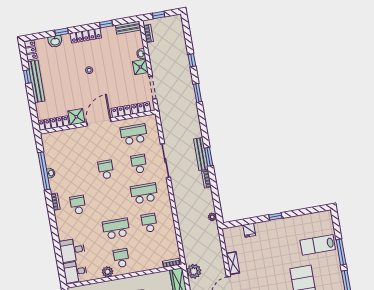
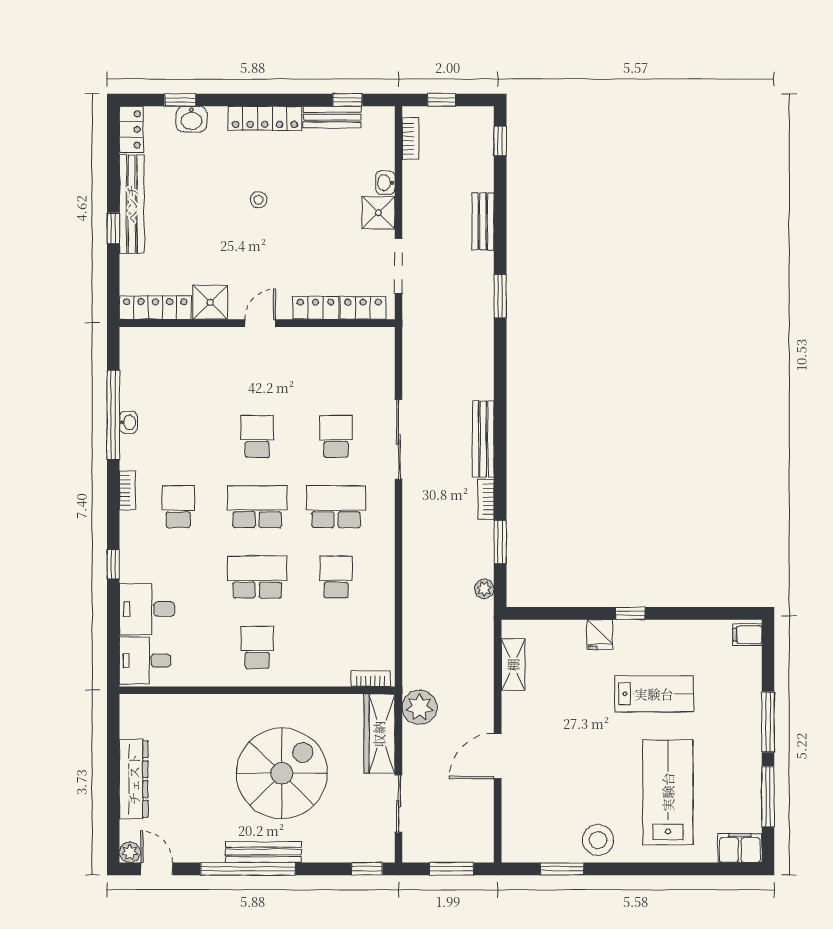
window: (106, 24) -> (347, 100), moved
bench: (128, 28) -> (332, 117), moved
window: (62, 32) -> (180, 100), moved
window: (192, 60) -> (500, 141), moved
bench: (185, 63) -> (483, 221), added
window: (27, 77) -> (113, 228), moved
door: (99, 122) -> (260, 323), width x0.53
school desk: (134, 134) -> (257, 507), moved
window: (209, 157) -> (500, 542), moved
filing cabinet: (326, 217) -> (747, 635), added
fridge: (249, 230) -> (600, 635), moved
window: (55, 234) -> (113, 564), added
lab bench: (318, 245) -> (654, 694), moved, turned 180
shelving: (233, 263) -> (513, 665), moved
plant: (108, 272) -> (220, 673), removed

